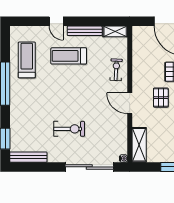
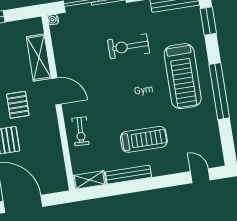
door: (56, 21) -> (200, 176), moved
treadmill: (27, 60) -> (183, 76), moved, width x1.37, depth x1.38
shelving: (139, 145) -> (39, 58), moved

